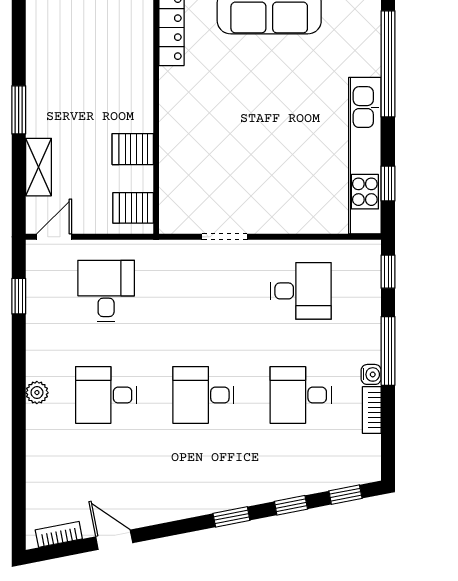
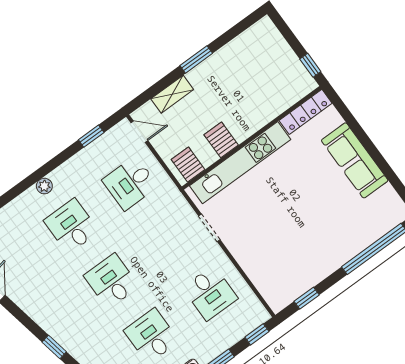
kitchen unit: (365, 156) -> (240, 163), moved, turned 180
desk: (106, 291) -> (130, 183), turned 180

